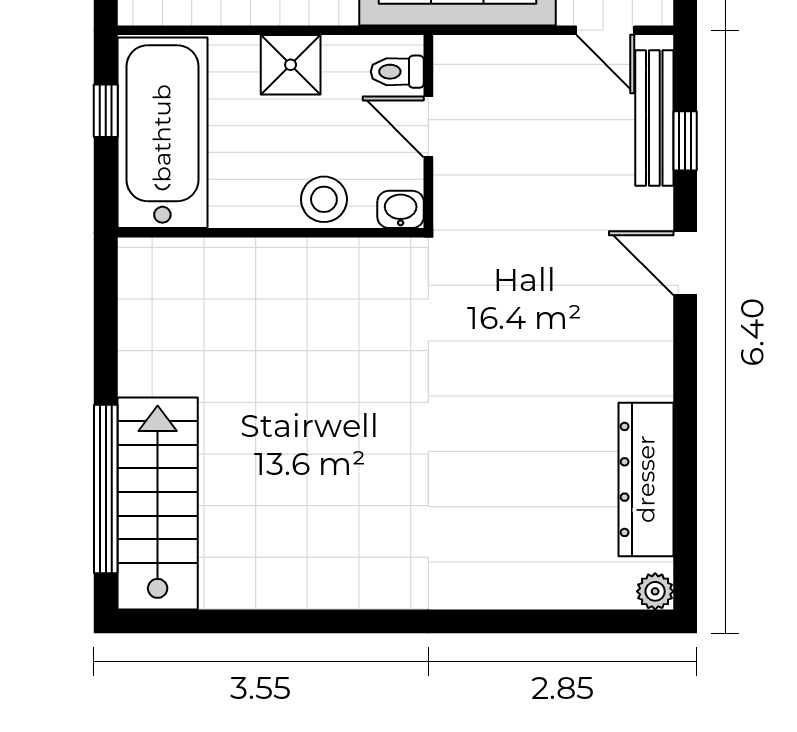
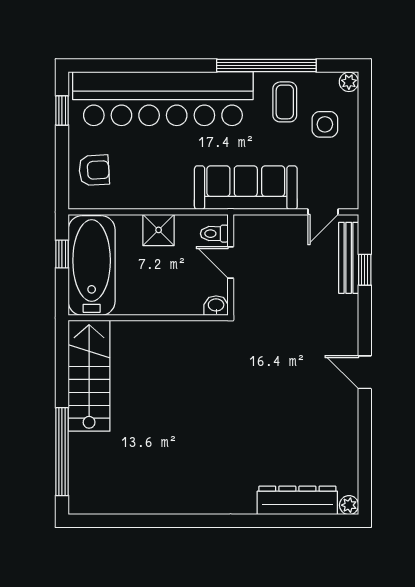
door: (605, 30) -> (323, 212), hinge flipped
stool: (324, 199) -> (176, 300), removed
door: (685, 263) -> (365, 372), moved
dresser: (646, 479) -> (297, 500), moved, turned 90
stairs: (158, 503) -> (89, 376), moved

